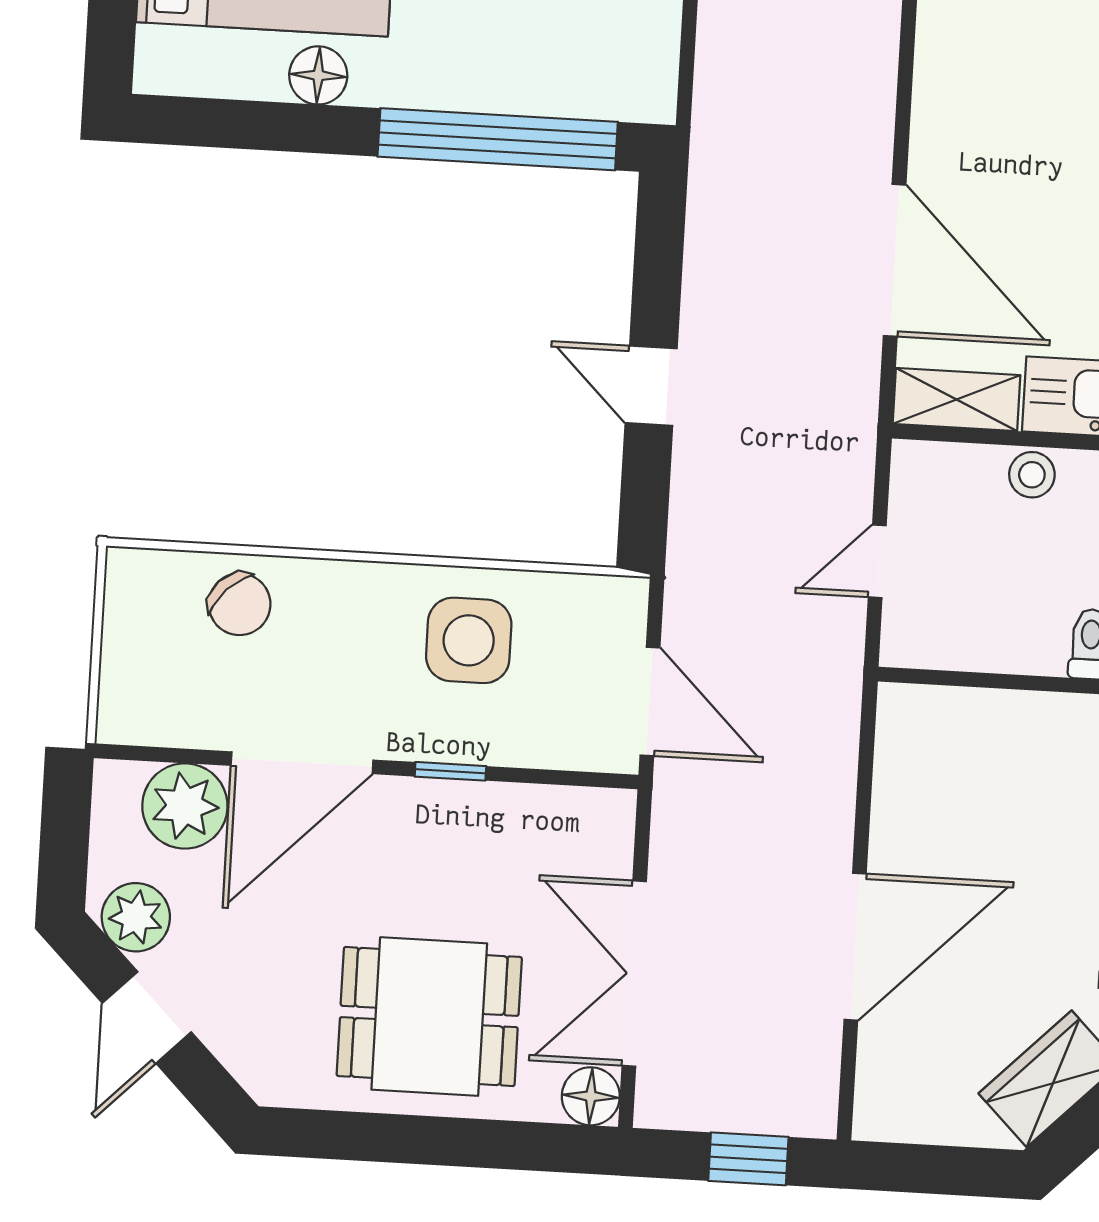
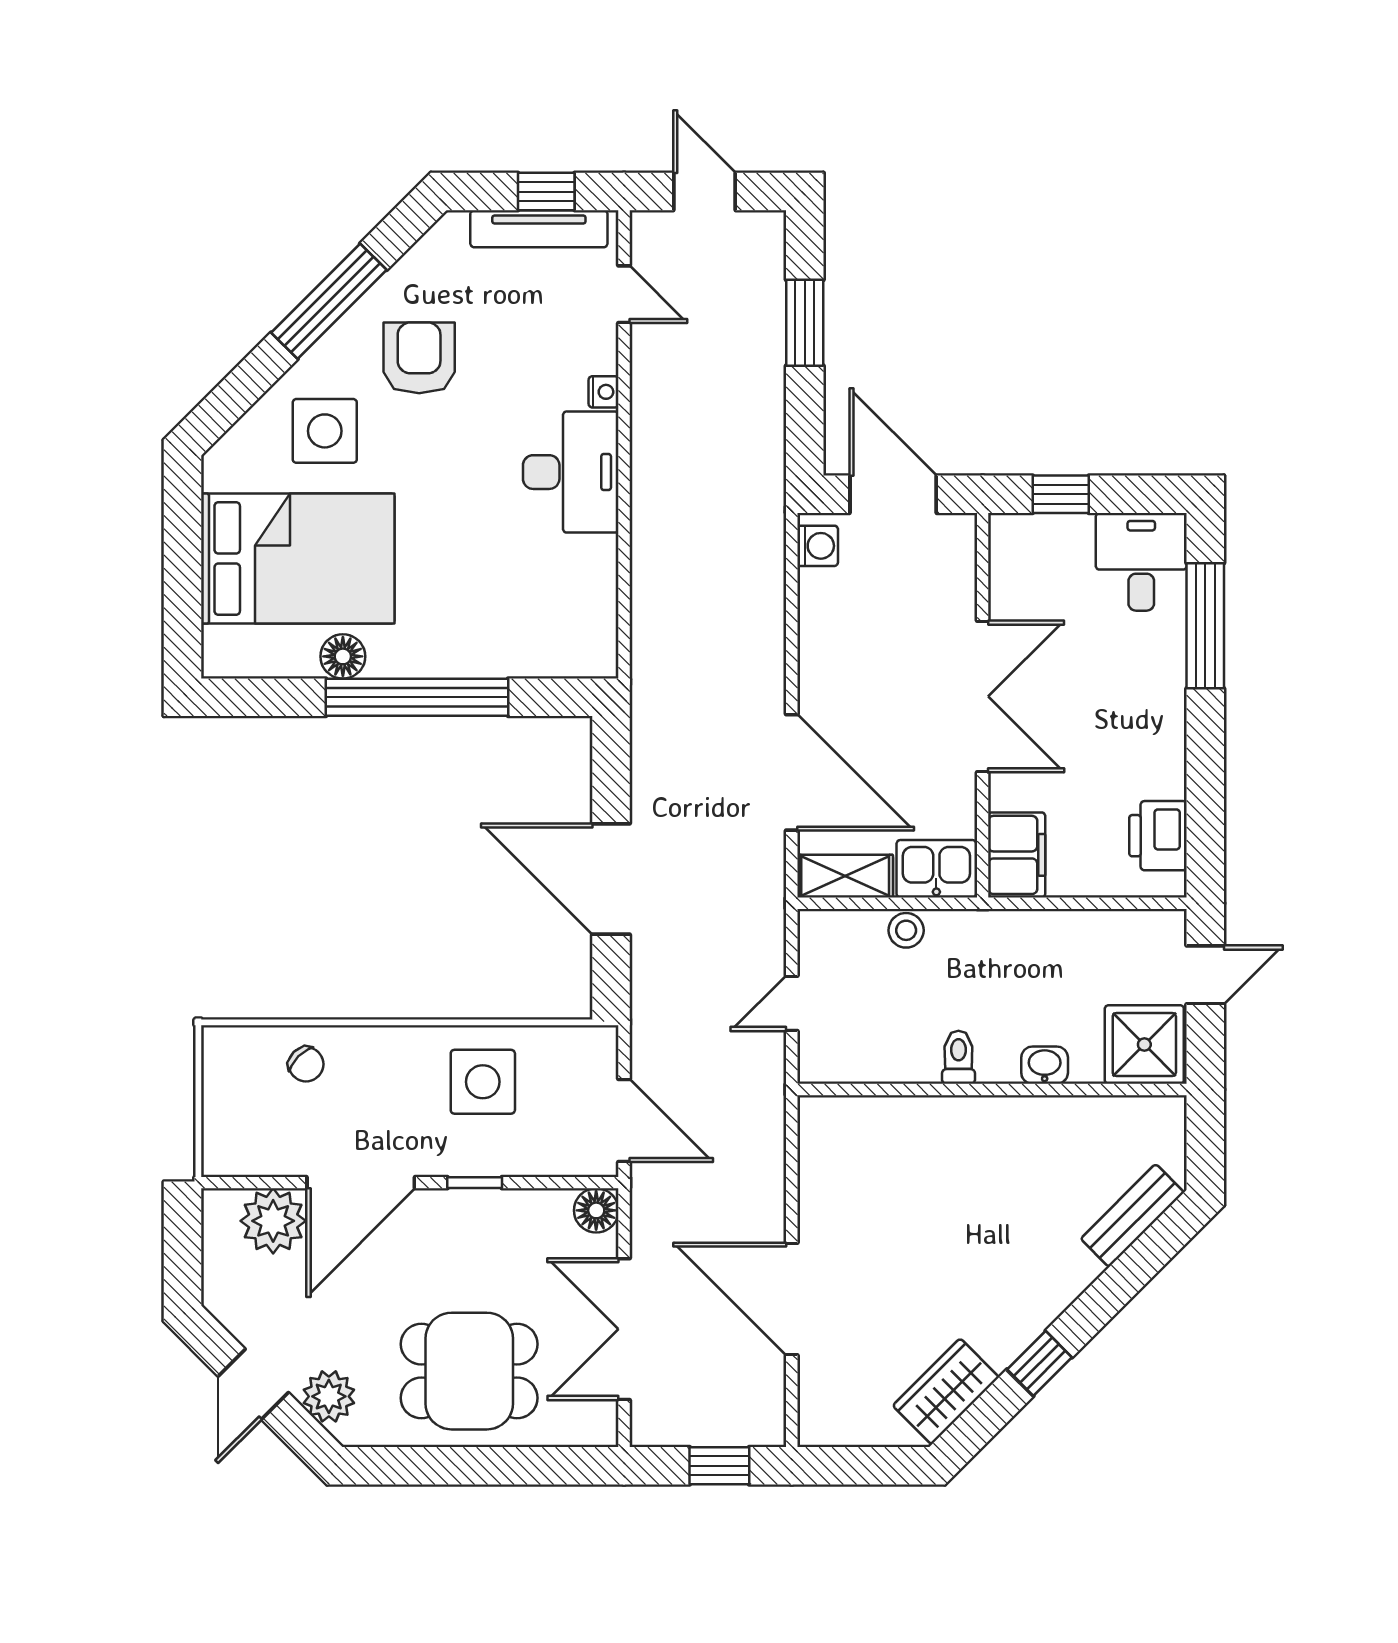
window: (498, 139) -> (417, 697), moved
door: (651, 386) -> (611, 879), width x1.88
chair: (240, 604) -> (306, 1064), width x0.73, depth x0.73
plant: (136, 917) -> (329, 1396), moved
door: (855, 947) -> (792, 1299), swing flipped
floor lamp: (591, 1096) -> (596, 1210), moved

